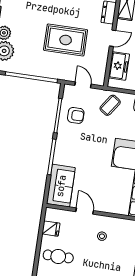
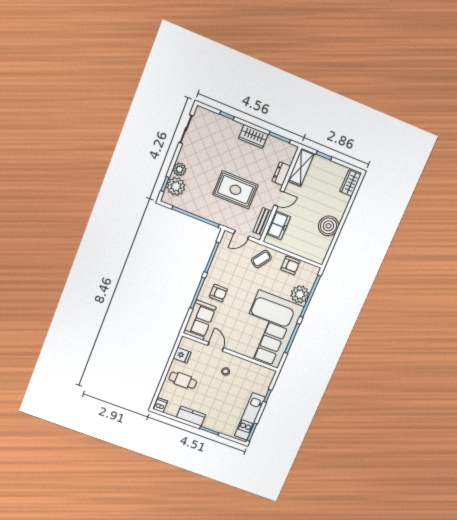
bench: (102, 66) -> (262, 222), added
door: (83, 85) -> (241, 235), swing flipped
armchair: (76, 115) -> (218, 293), moved

